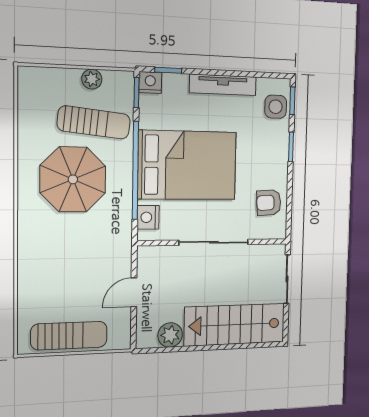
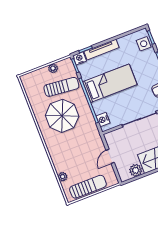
tv unit: (223, 85) -> (101, 50), moved
bed: (187, 165) -> (110, 83), width x0.67
plant: (27, 299) -> (63, 177), added

